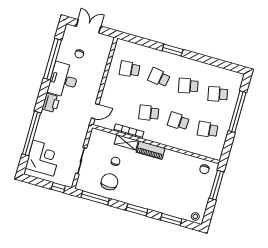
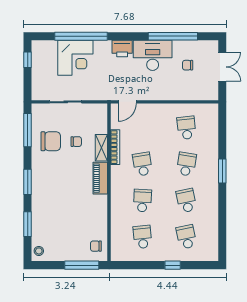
door: (95, 111) -> (127, 102), hinge flipped
window: (237, 112) -> (173, 265), width x0.32
corner desk: (43, 158) -> (75, 58), moved
window: (58, 188) -> (28, 60), moved

